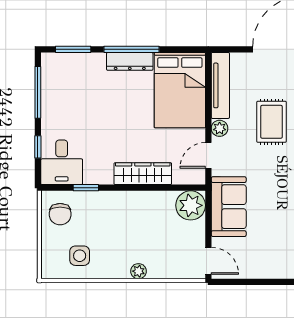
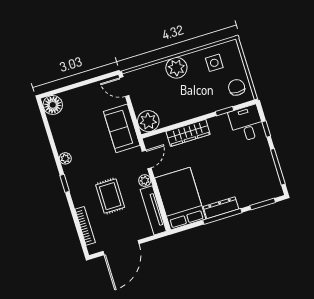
plant: (138, 271) -> (176, 68), width x1.88, depth x1.88

